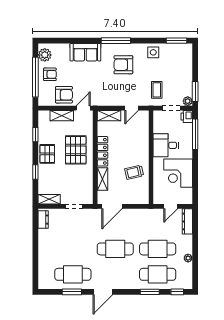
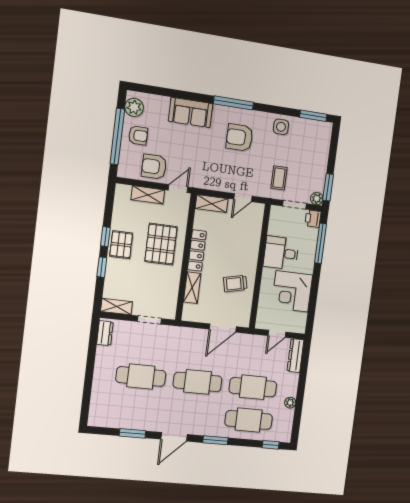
armchair: (64, 95) -> (154, 167), turned 180
window: (35, 135) -> (105, 237), moved
door: (112, 206) -> (223, 328), moved
cafe table: (73, 274) -> (141, 377), moved
window: (150, 292) -> (215, 440), moved

